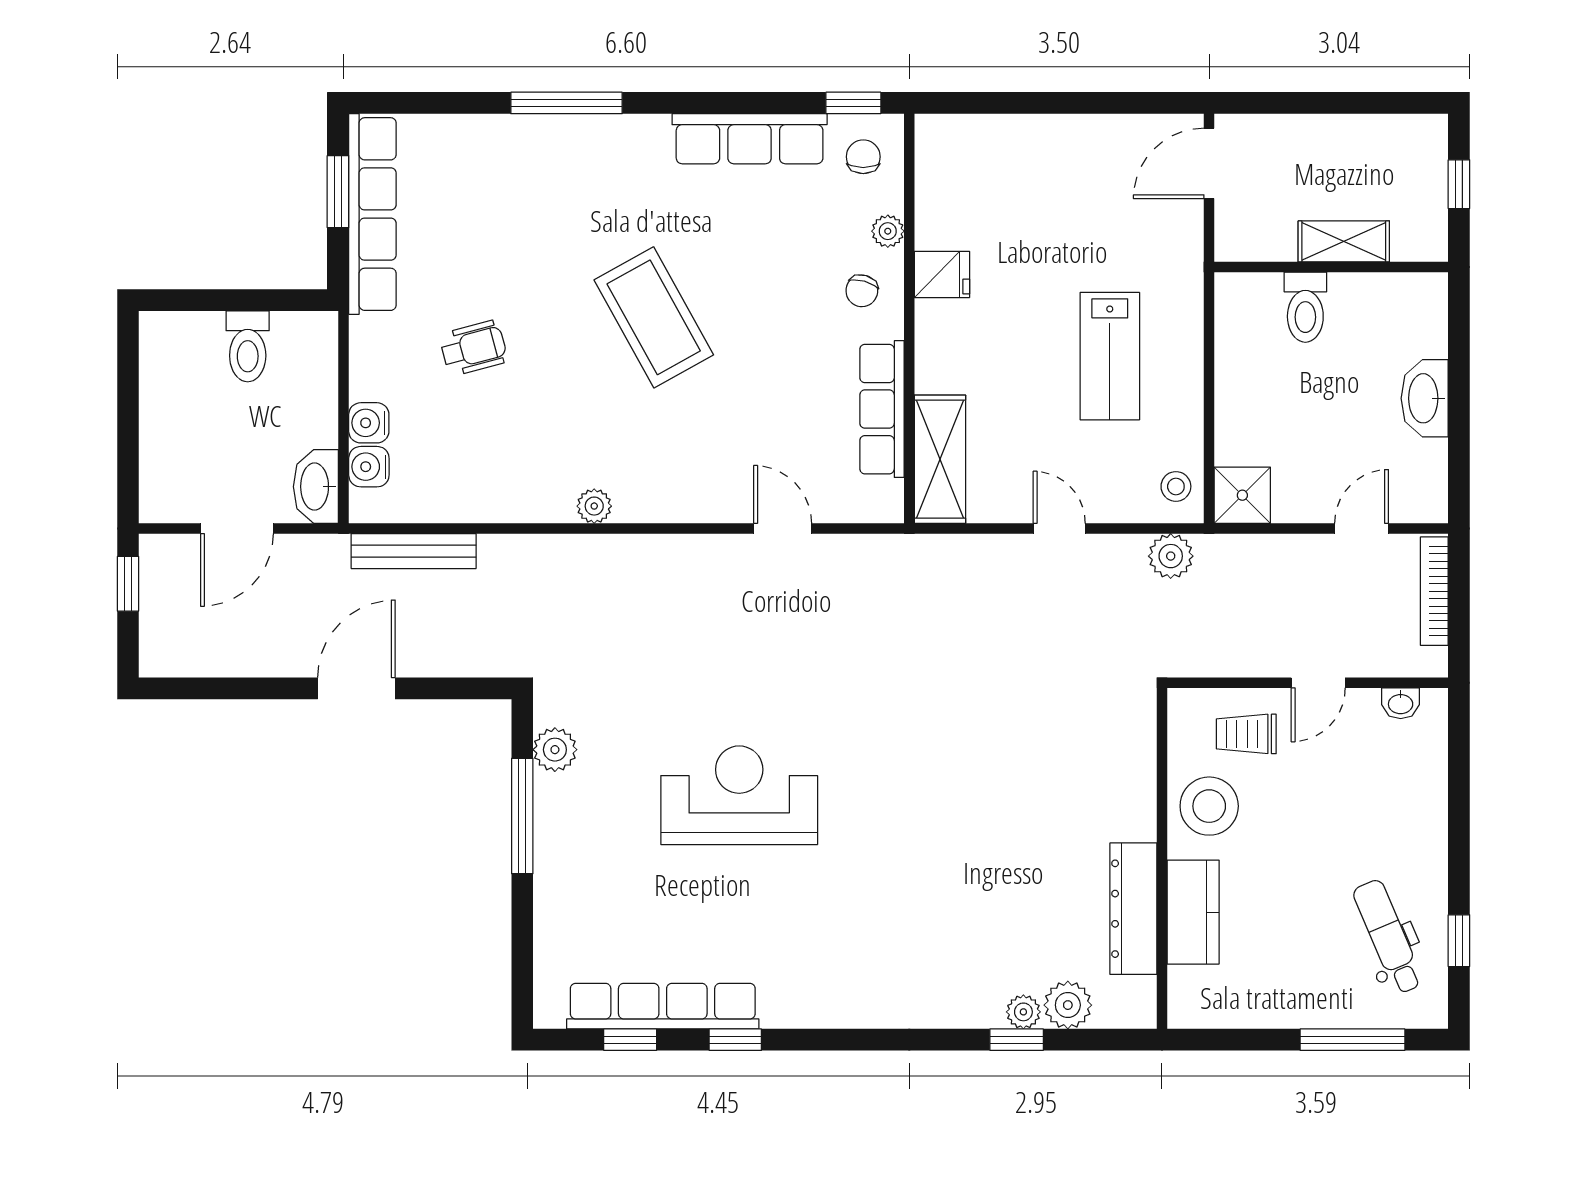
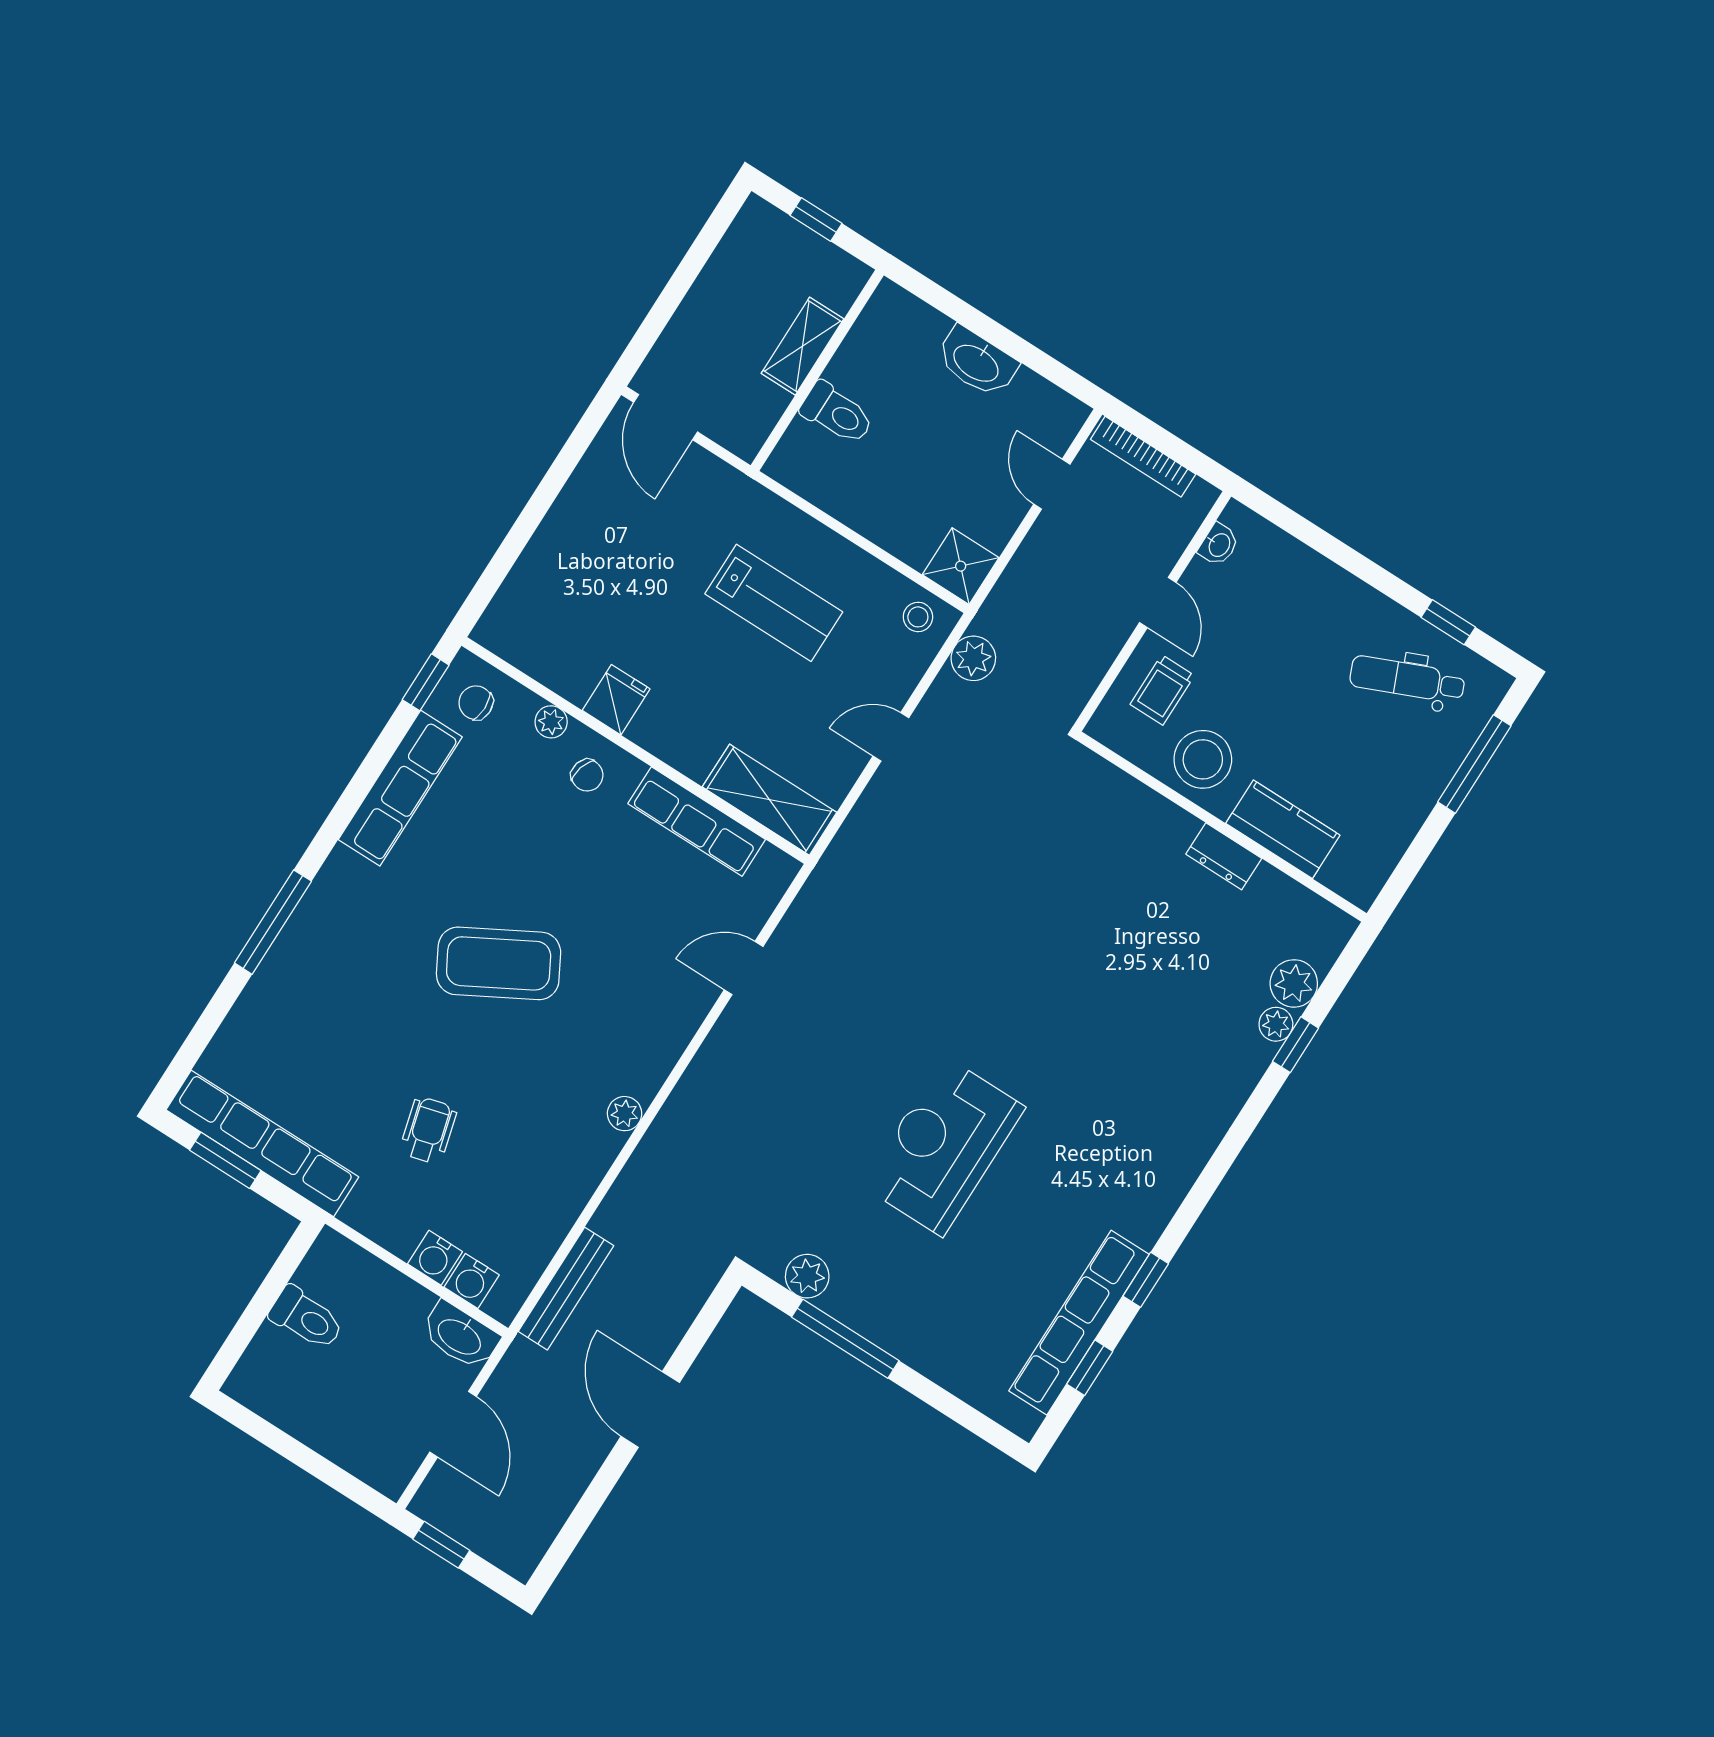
dresser: (1133, 909) -> (1224, 856), width x0.51, depth x0.80

